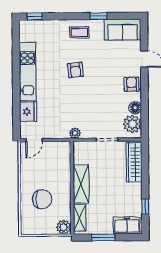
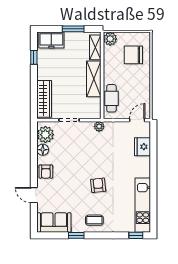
kitchen unit: (28, 72) -> (143, 205), moved
cafe table: (62, 163) -> (111, 98), added
chair: (42, 199) -> (133, 55), moved

